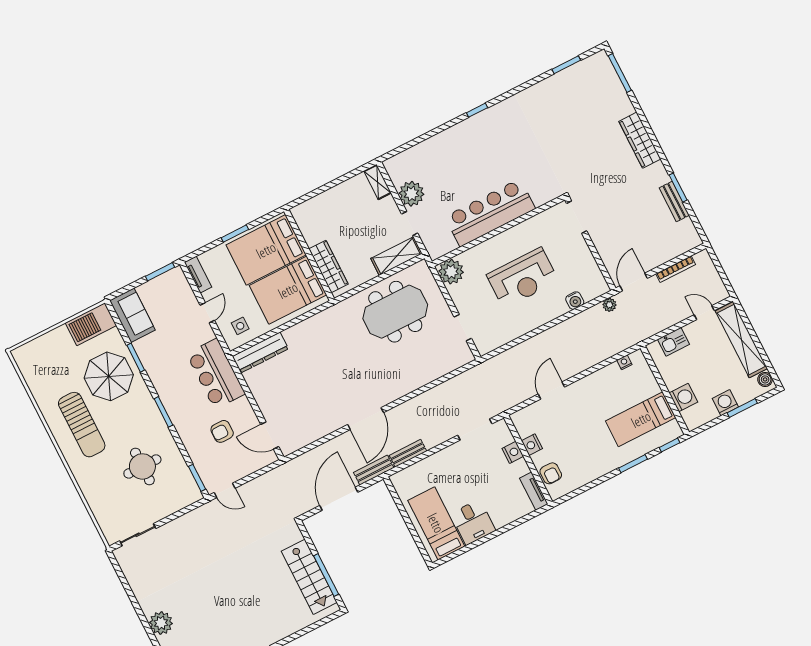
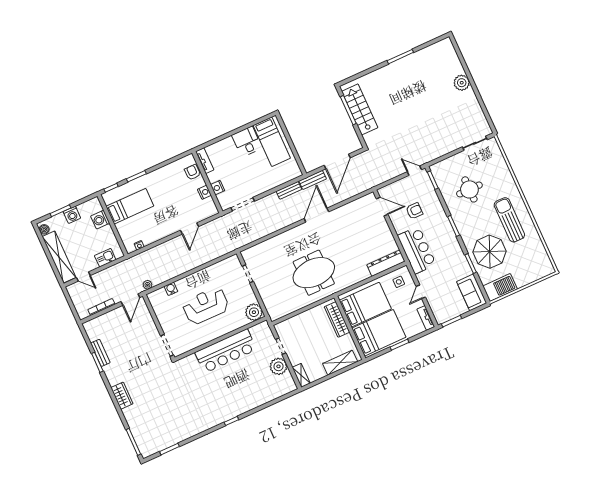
wardrobe: (640, 140) -> (122, 396), width x0.67
shelving: (396, 256) -> (340, 363), moved
meeting table: (395, 312) -> (314, 273), moved

